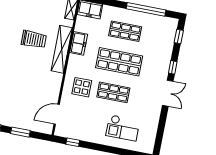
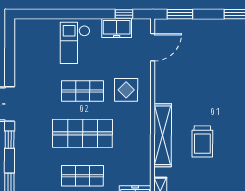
trolley: (34, 39) -> (202, 141), turned -90
freezer: (79, 43) -> (117, 28), moved, turned -90
checkout: (123, 128) -> (75, 43), moved, turned -90
window: (20, 132) -> (180, 14), moved

